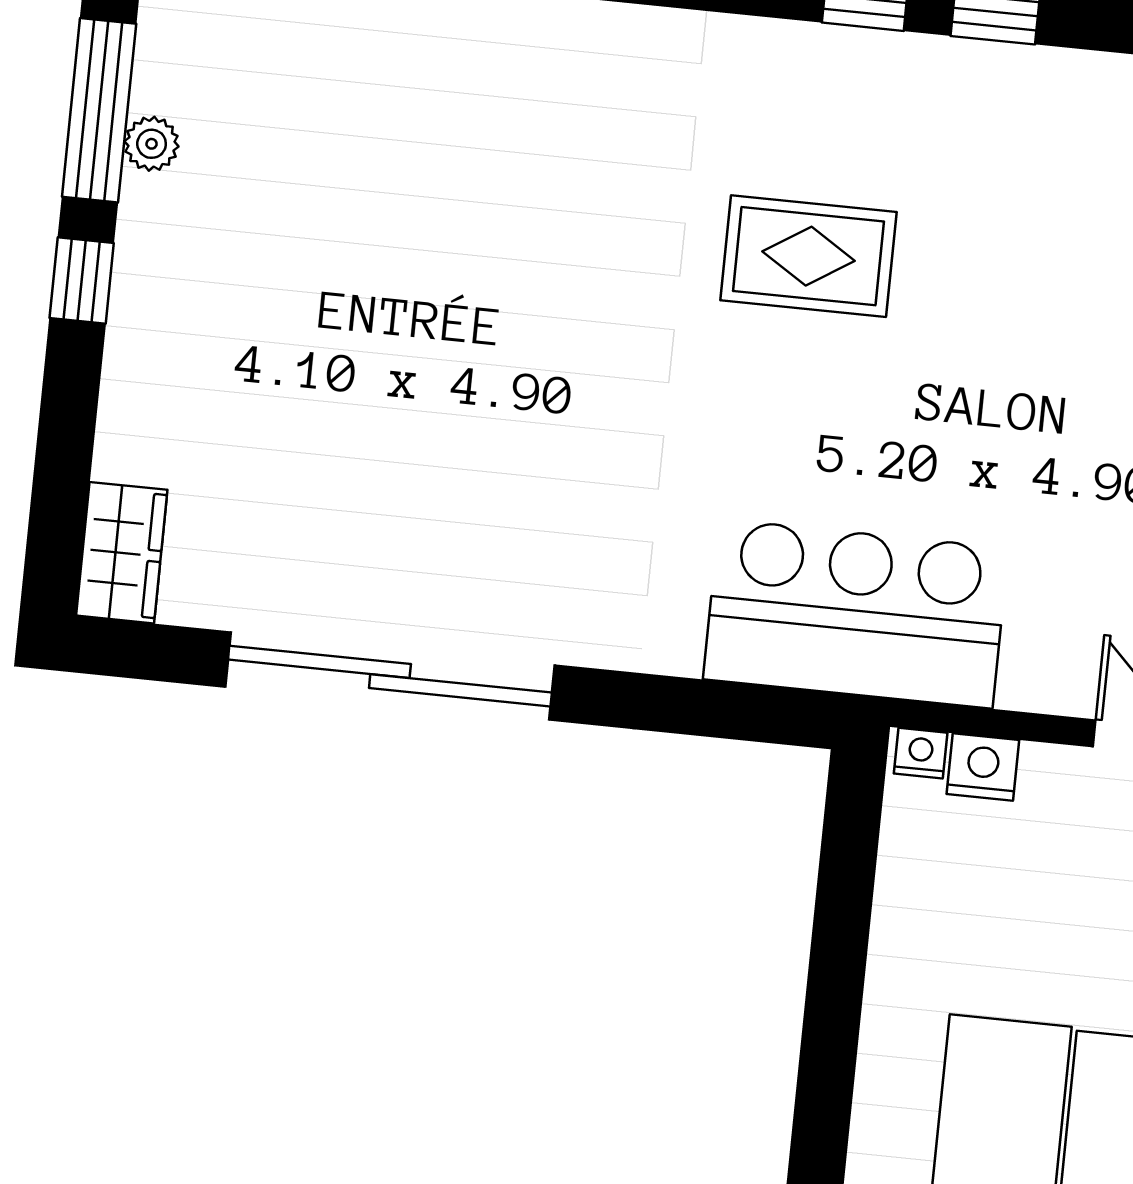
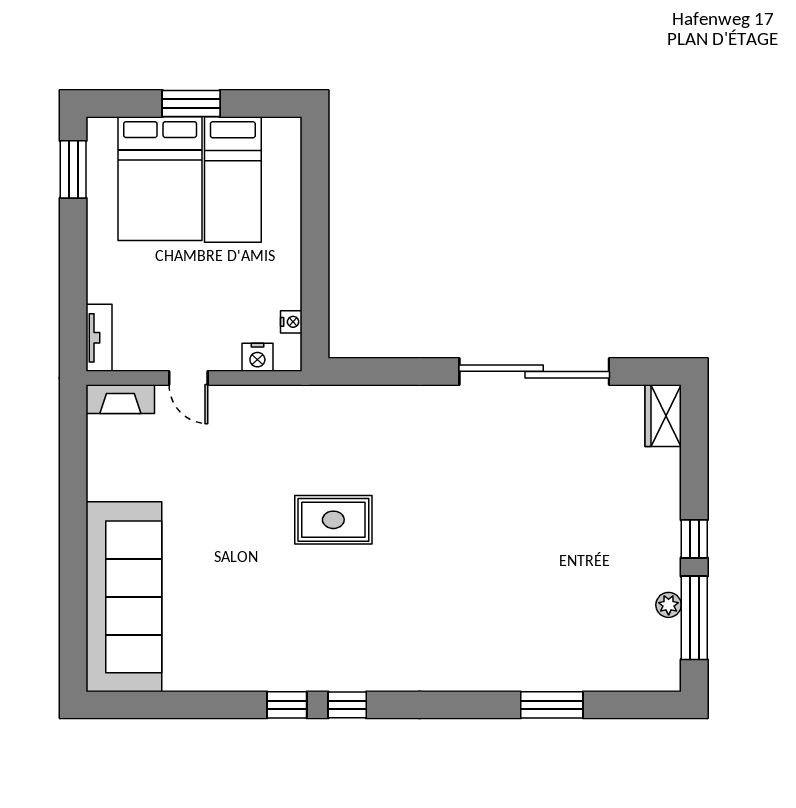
rug: (809, 256) -> (333, 520), moved
bar counter: (856, 614) -> (323, 422), removed
nightstand: (921, 753) -> (291, 322), moved, turned -90

